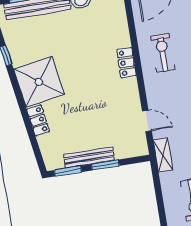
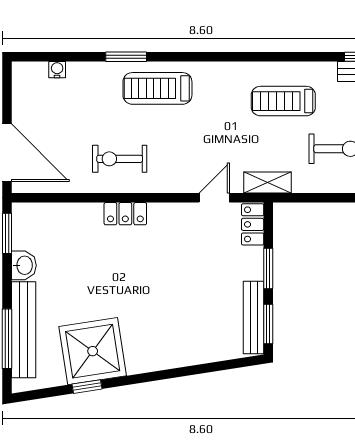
shower: (39, 82) -> (93, 351), moved
locker: (38, 120) -> (253, 224), moved, turned -81
bench: (89, 157) -> (254, 317), moved

